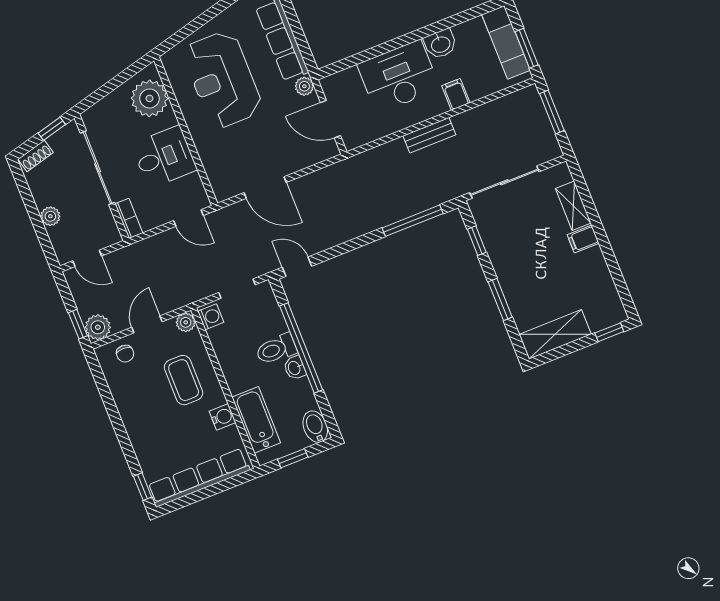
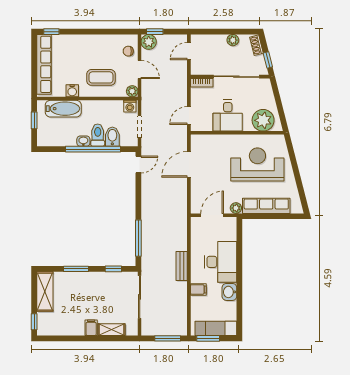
plant: (50, 216) -> (233, 40), moved
bidet: (315, 427) -> (112, 137), moved, turned -90

